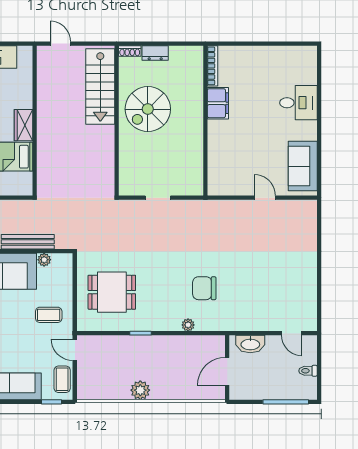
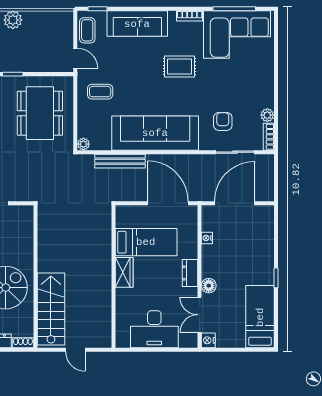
door: (60, 44) -> (75, 350), moved
plant: (44, 260) -> (83, 144), moved
dining table: (112, 292) -> (40, 113), width x1.38

